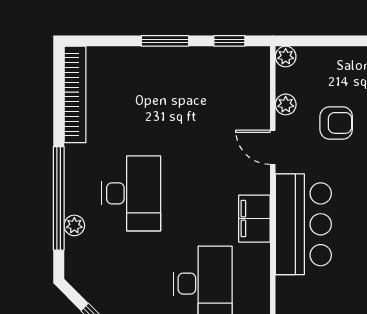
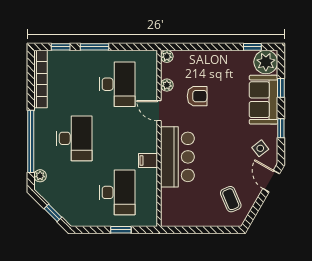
window: (229, 41) -> (61, 47), moved
desk: (203, 103) -> (117, 84), added
filing cabinet: (254, 219) -> (148, 160), width x0.50
plant: (74, 225) -> (40, 176), moved

